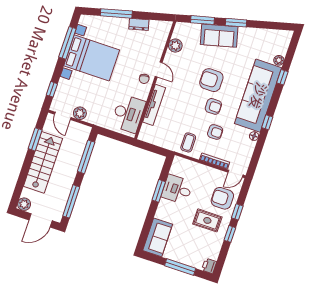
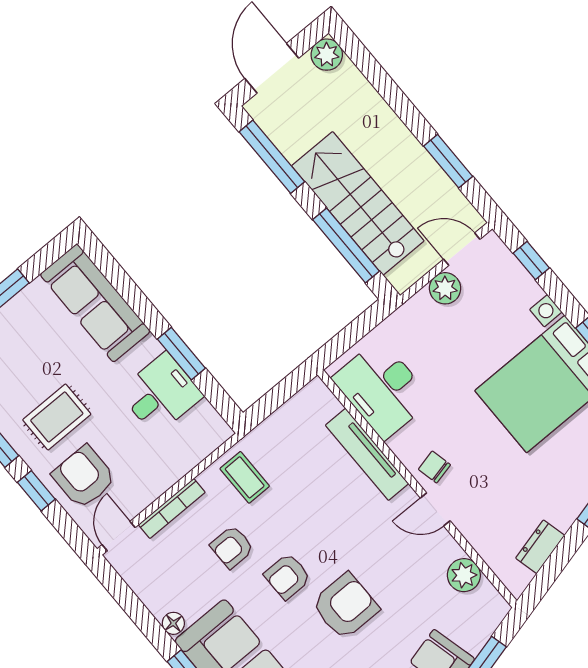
dresser: (139, 24) -> (540, 547), moved
stairs: (43, 162) -> (358, 203), moved, turned 180
armchair: (222, 198) -> (84, 477), turned -90
sofa: (158, 237) -> (95, 303), width x1.36

